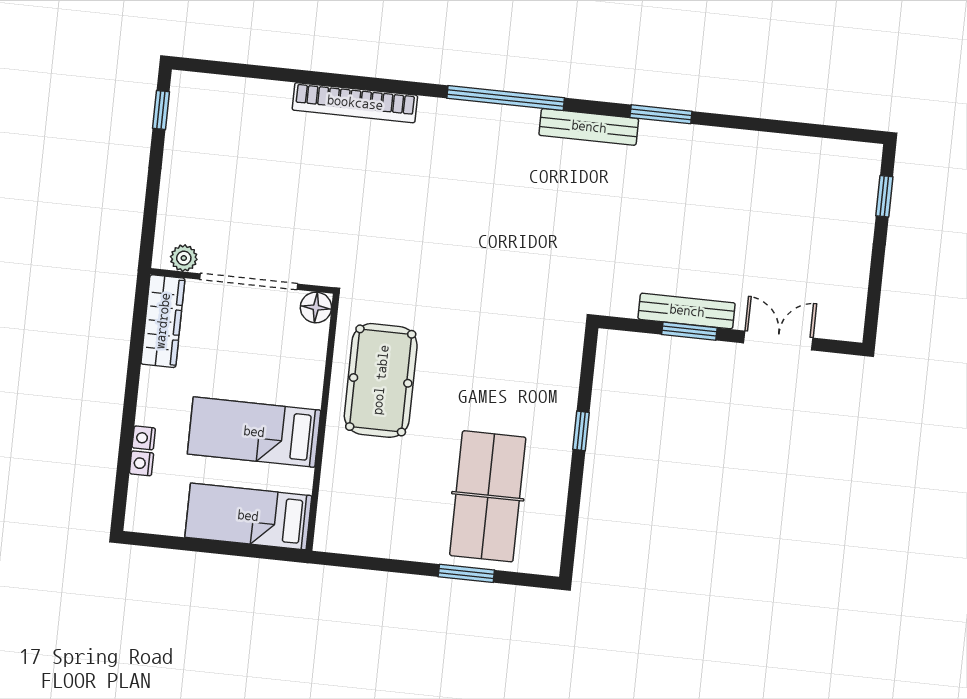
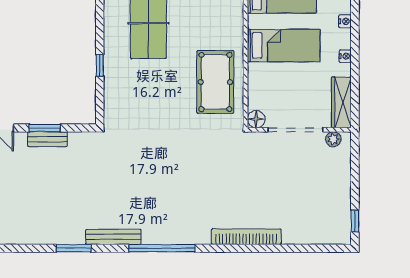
bench: (687, 311) -> (48, 139), width x0.73
nightstand: (144, 438) -> (345, 56), moved

